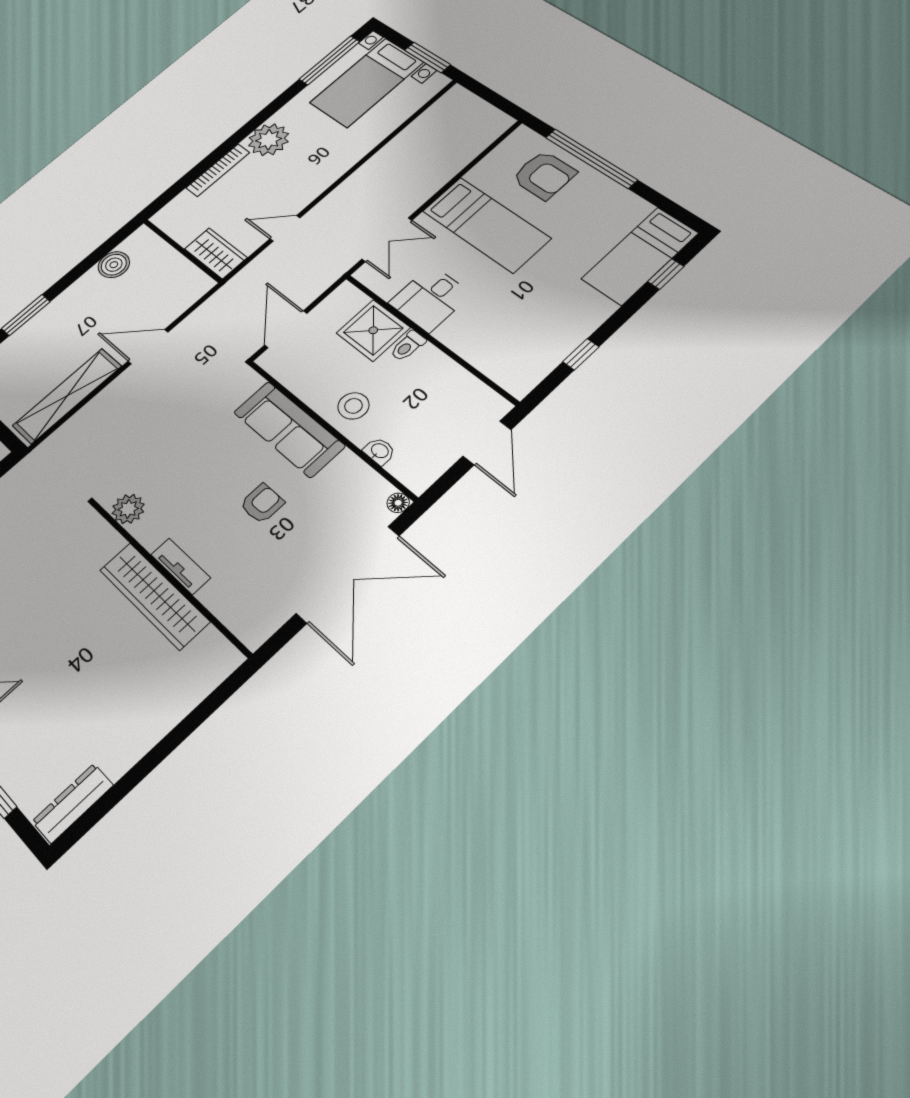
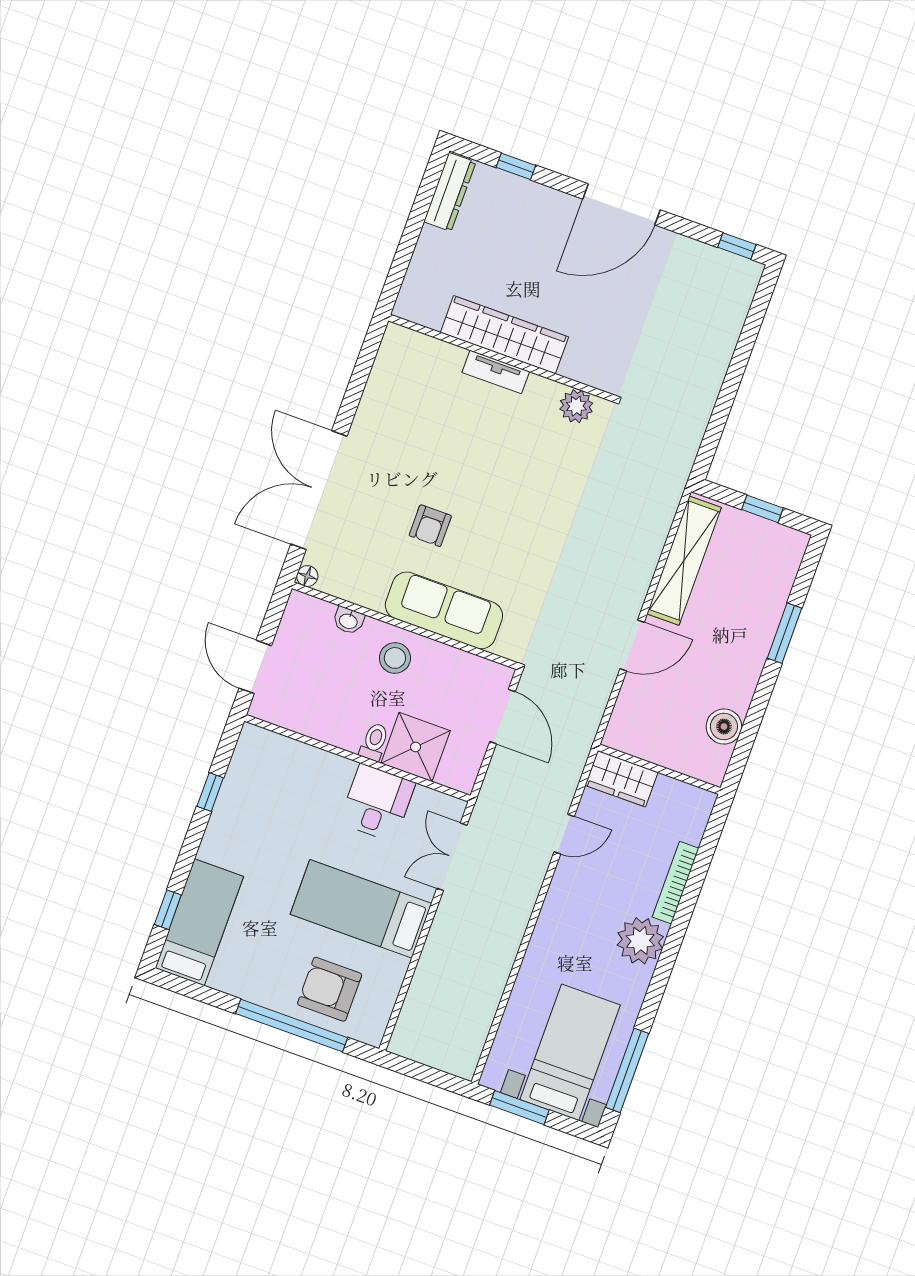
plant: (128, 509) -> (576, 406), moved
tv unit: (181, 566) -> (496, 372), moved
wall: (169, 576) -> (501, 358), moved
wardrobe: (154, 596) -> (504, 335), moved

